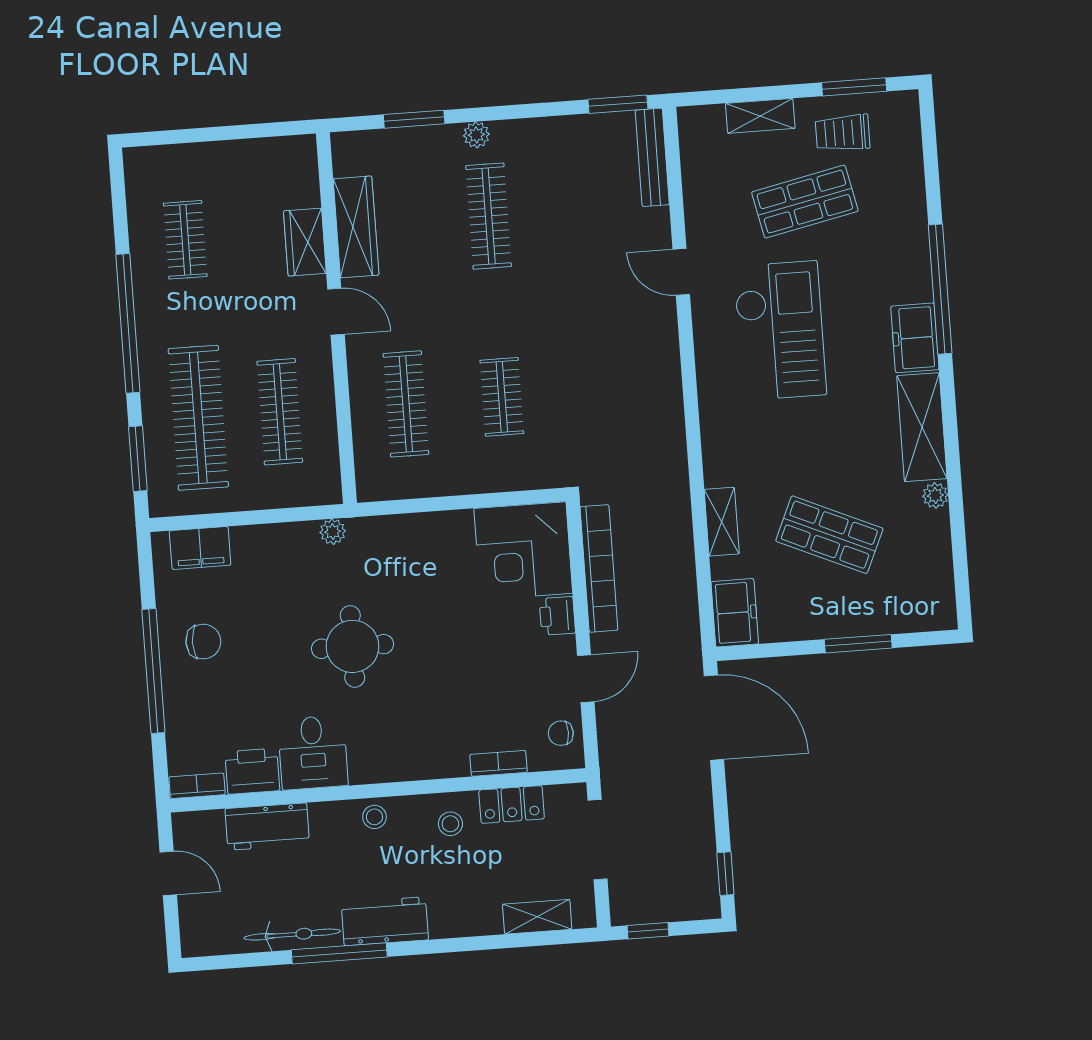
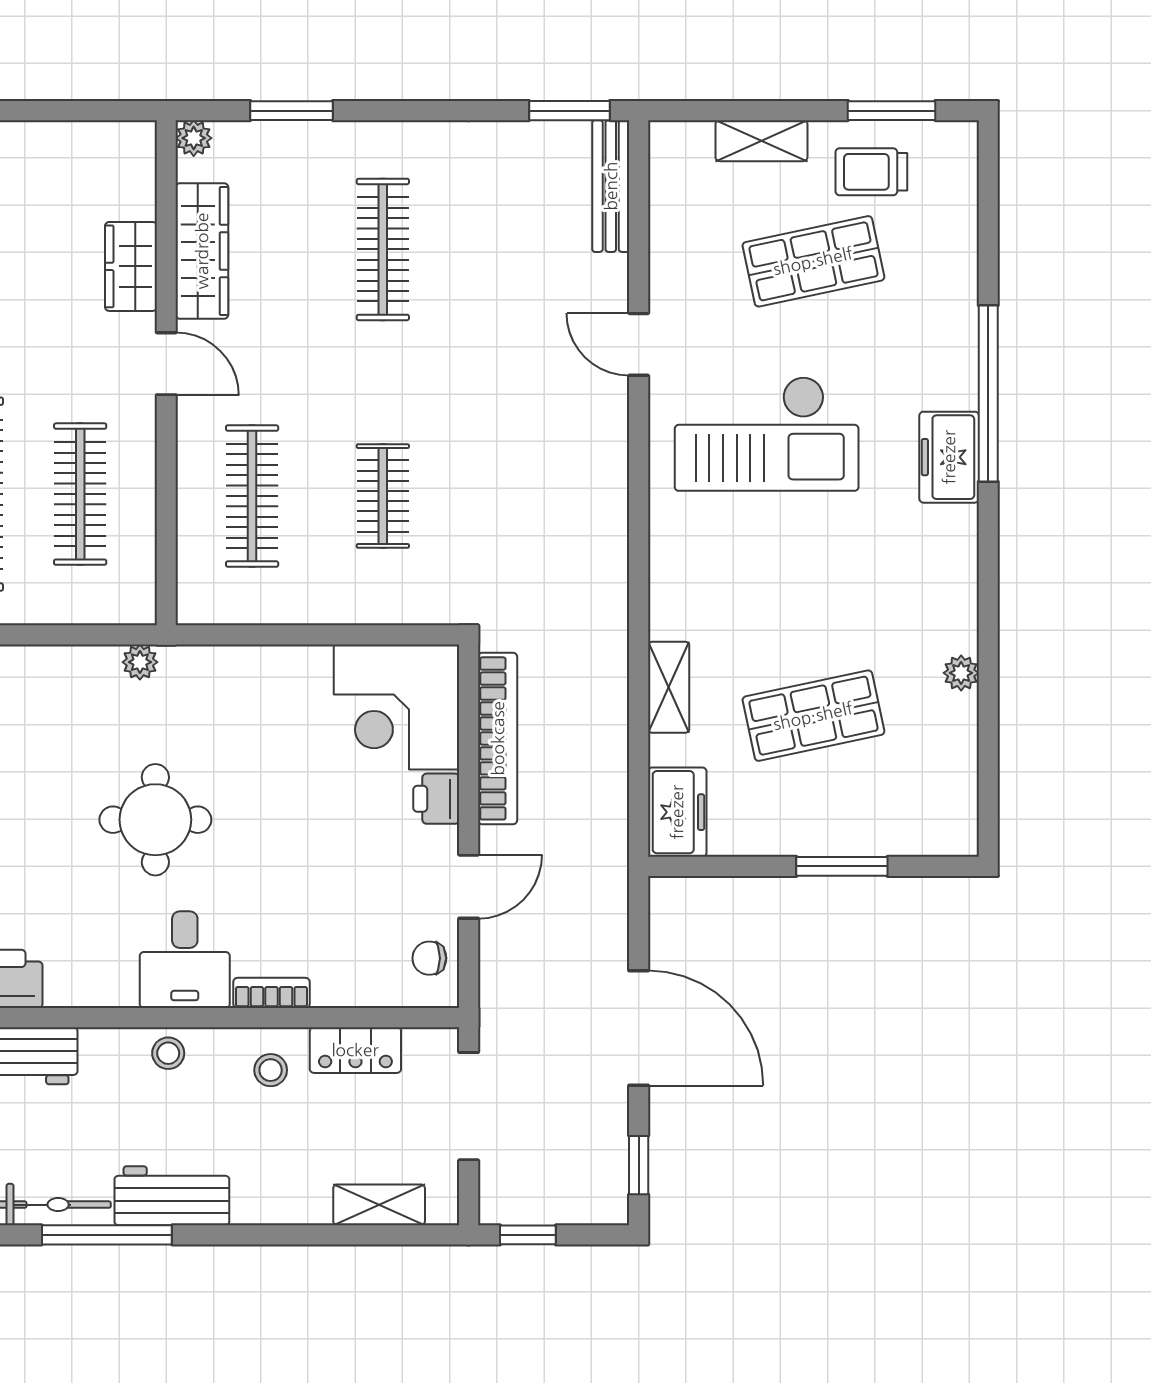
plant: (476, 135) -> (194, 138), moved
checkout: (780, 331) -> (767, 434), turned 90
shelving: (922, 427) -> (950, 579), removed
shop shelf: (829, 535) -> (813, 716), turned -36
door: (714, 718) -> (639, 1028), moved
desk: (313, 752) -> (185, 960), moved
bookcase: (498, 763) -> (271, 993), moved

